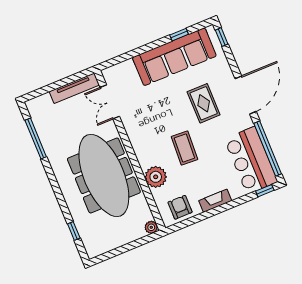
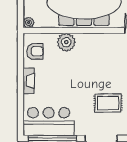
coffee table: (184, 148) -> (79, 74), removed
window: (265, 191) -> (21, 122), removed

